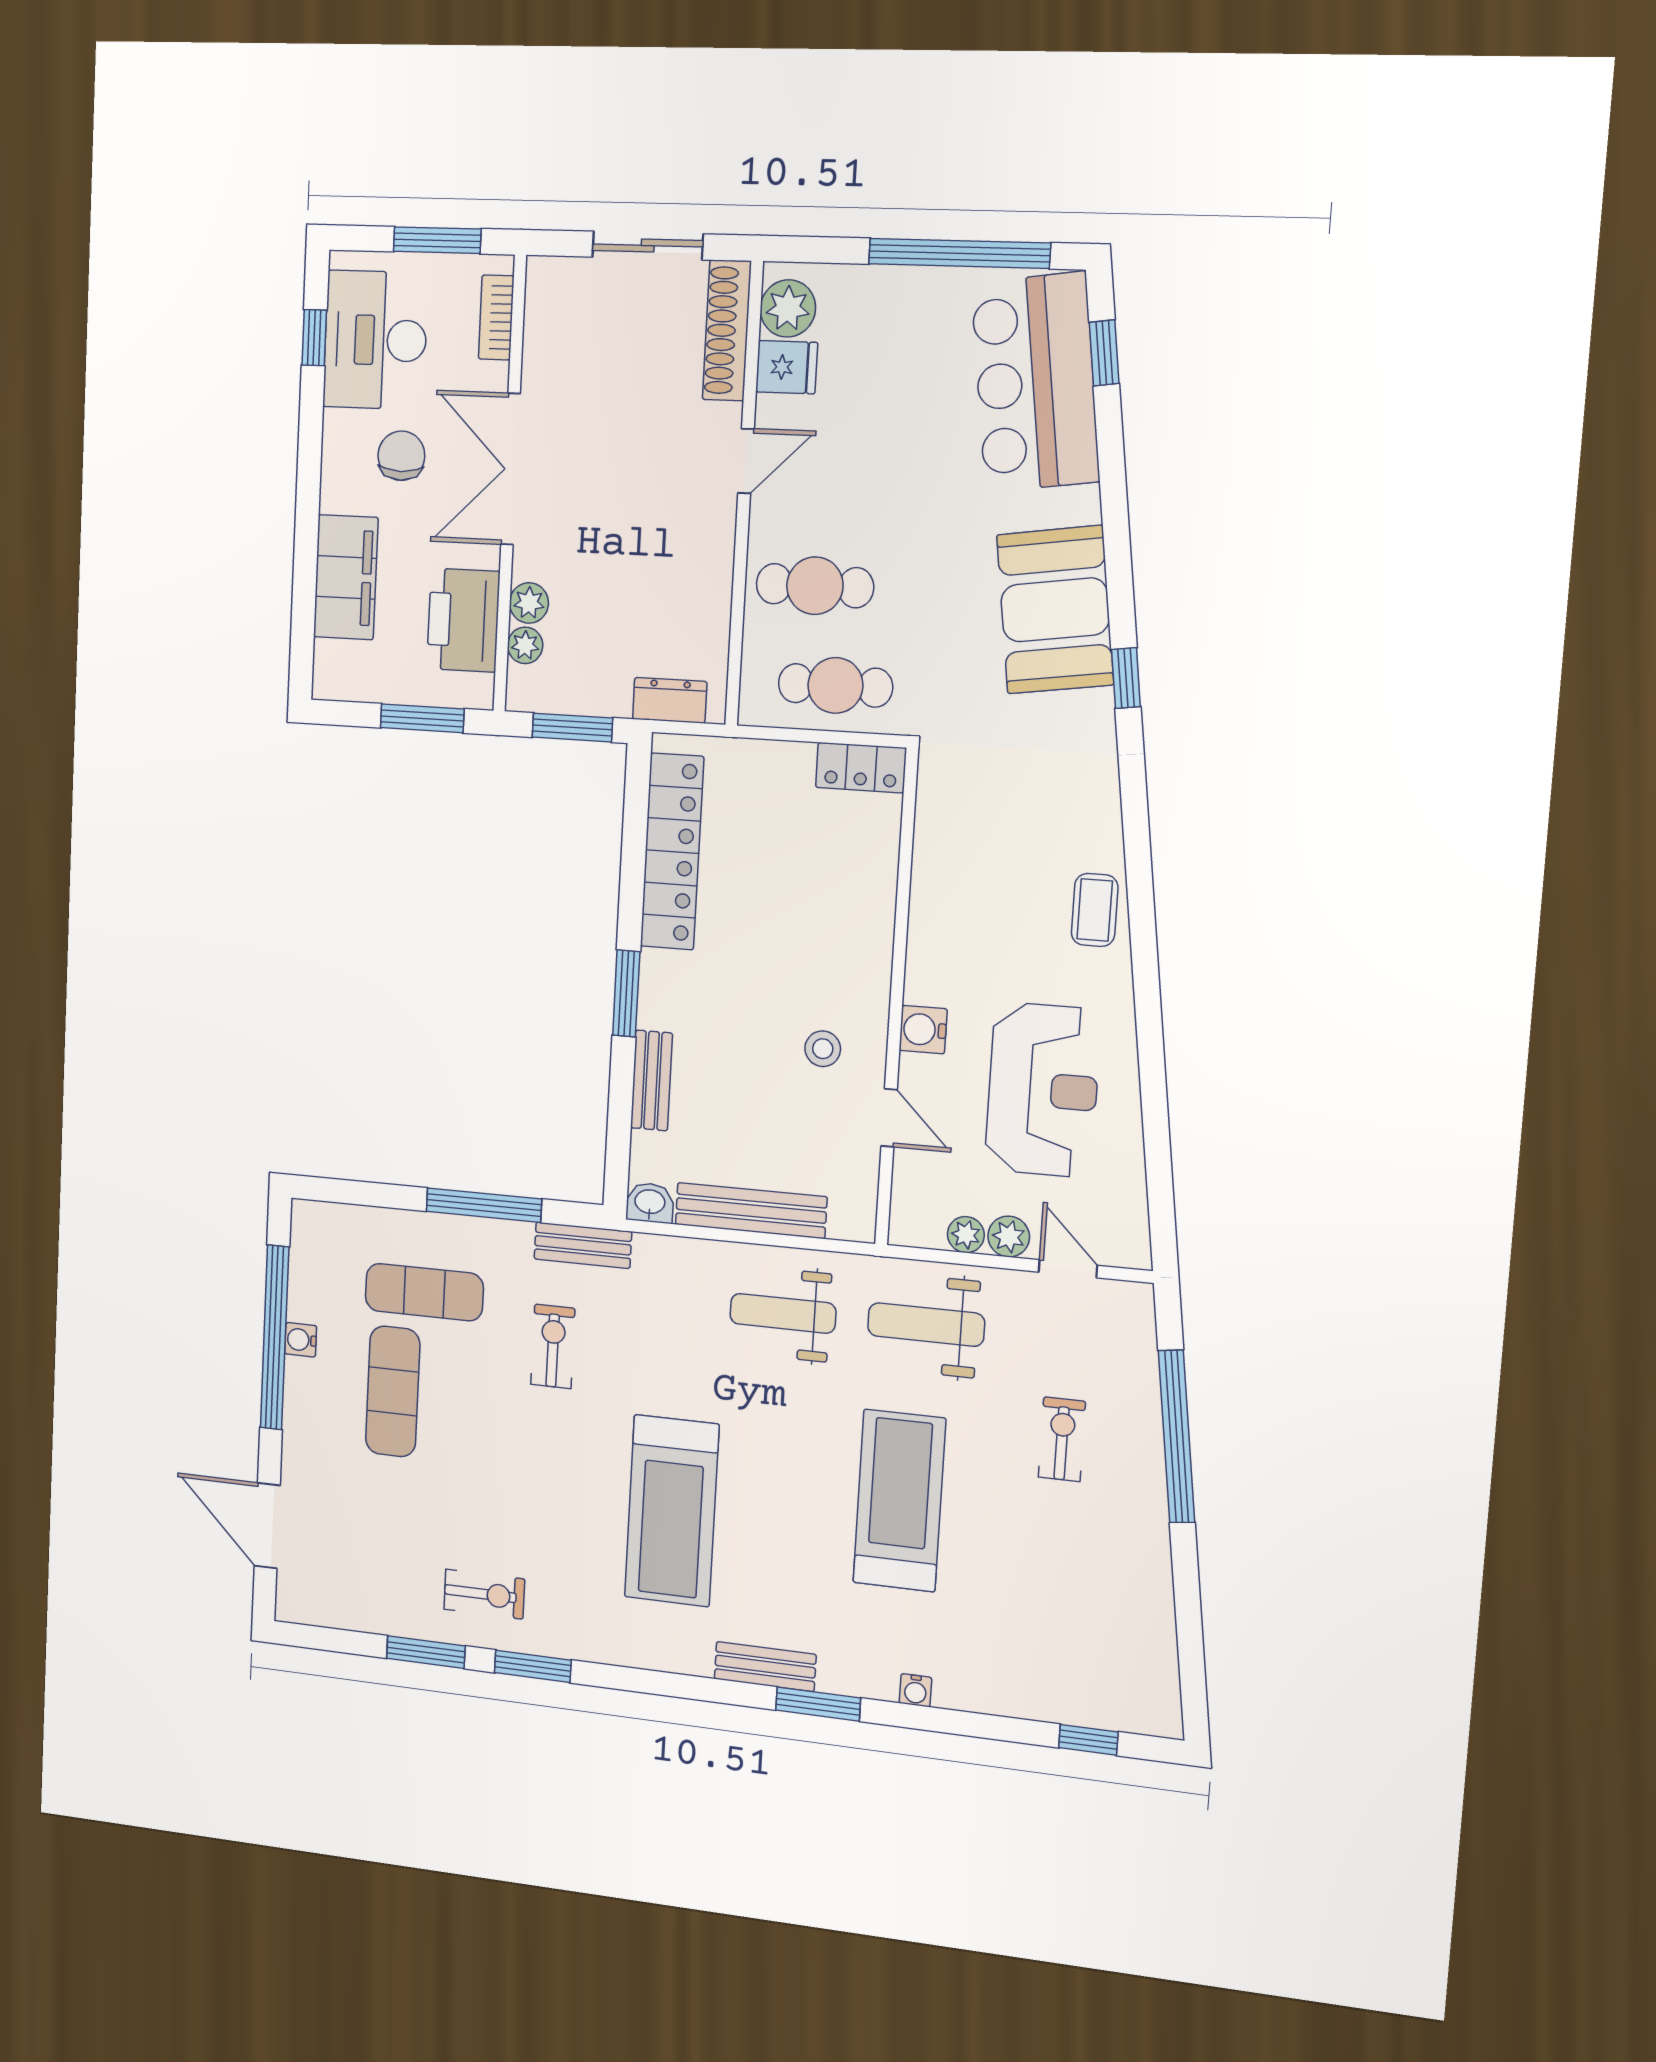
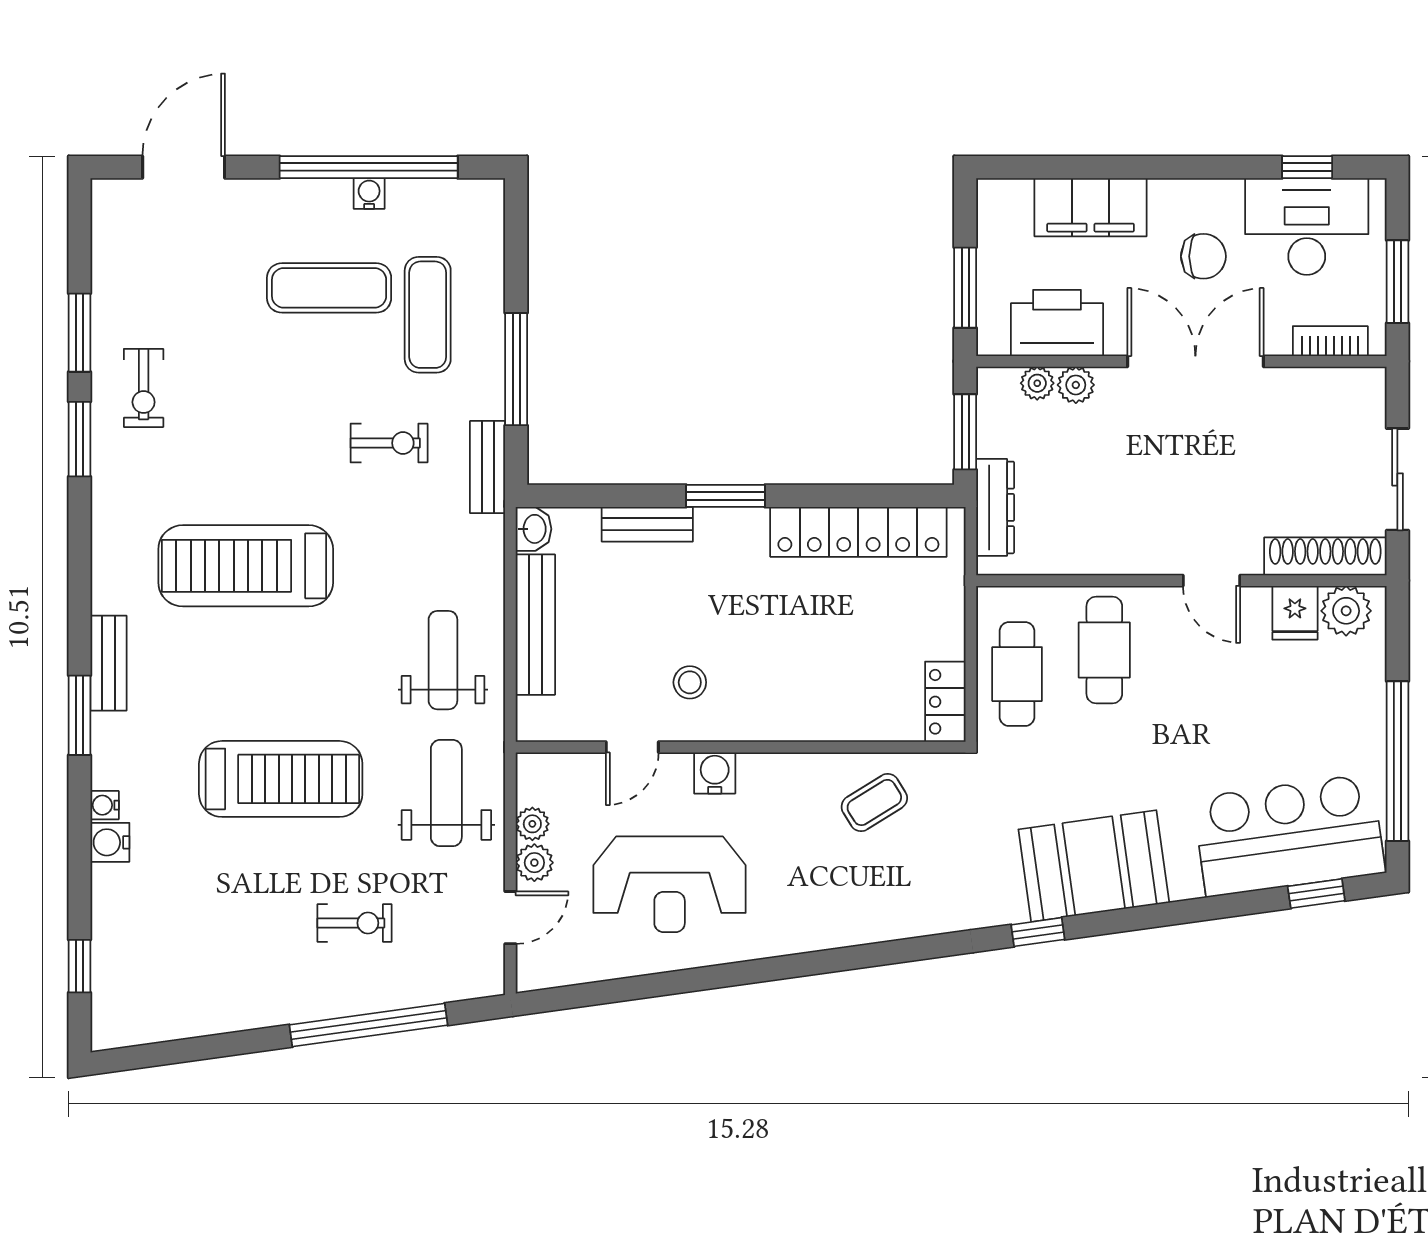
dresser: (670, 700) -> (995, 507), width x1.44
coffee table: (1095, 910) -> (874, 802), moved, turned -32
water cooler: (956, 1690) -> (110, 842), added

